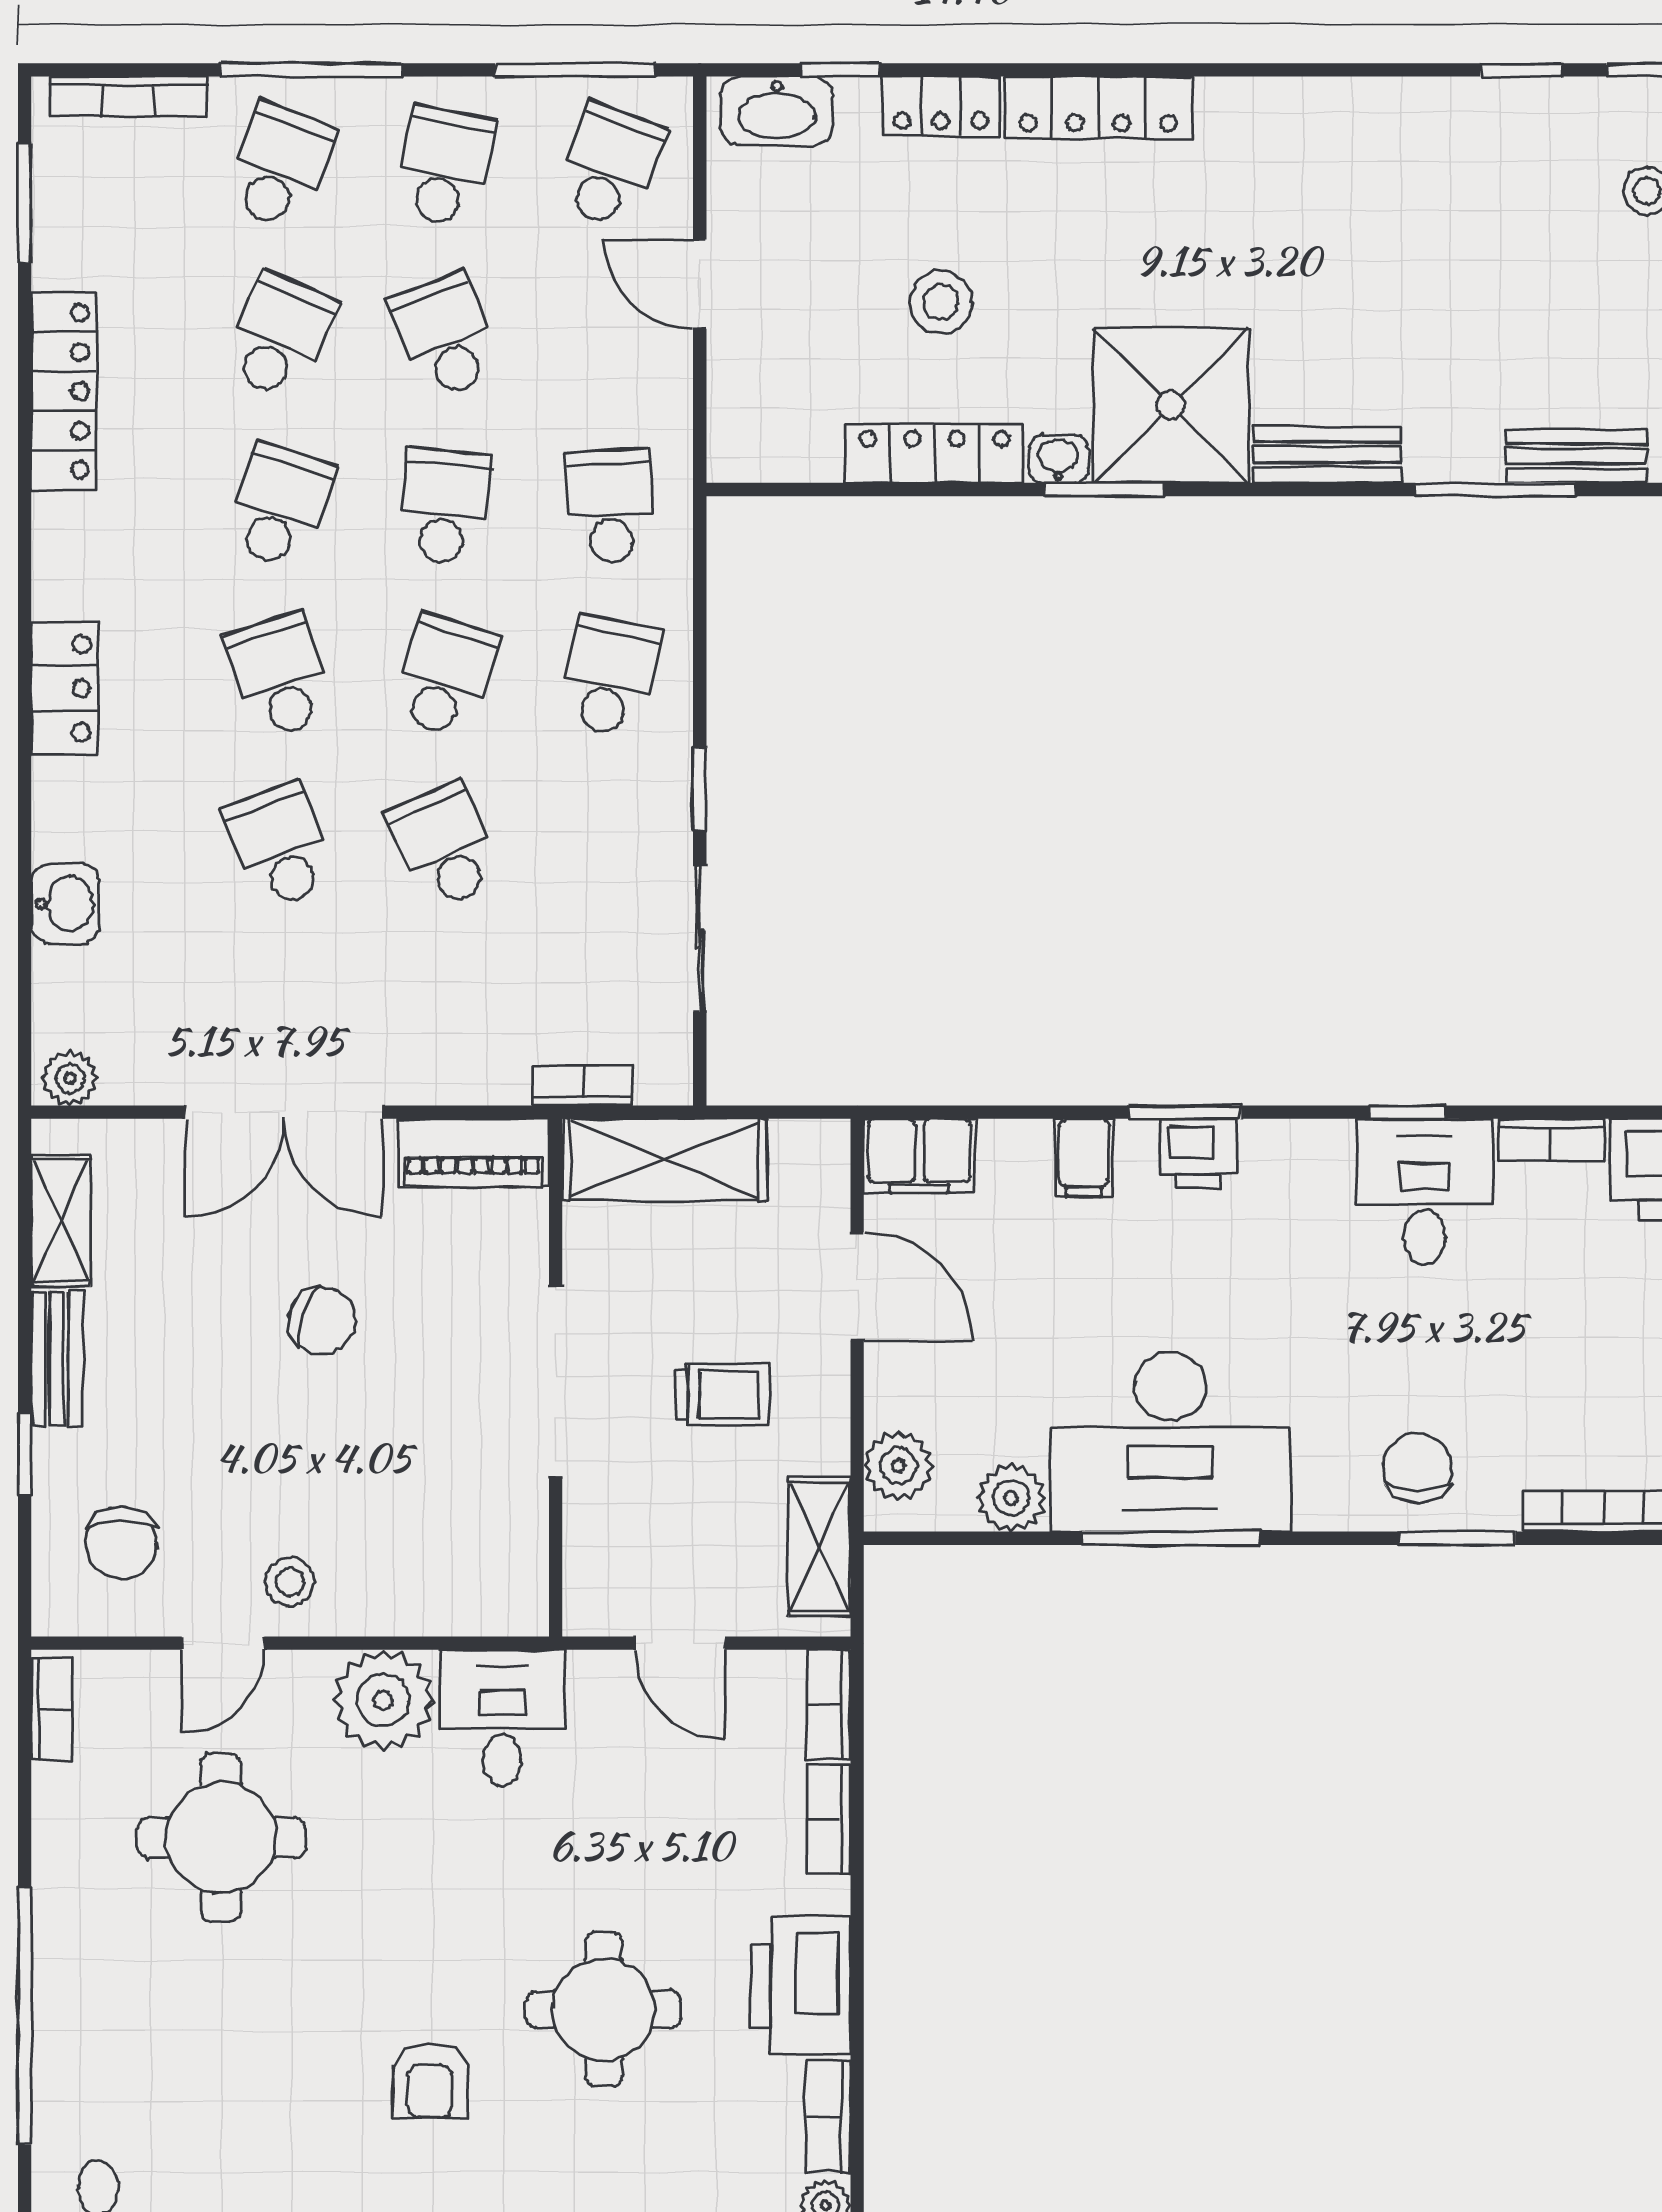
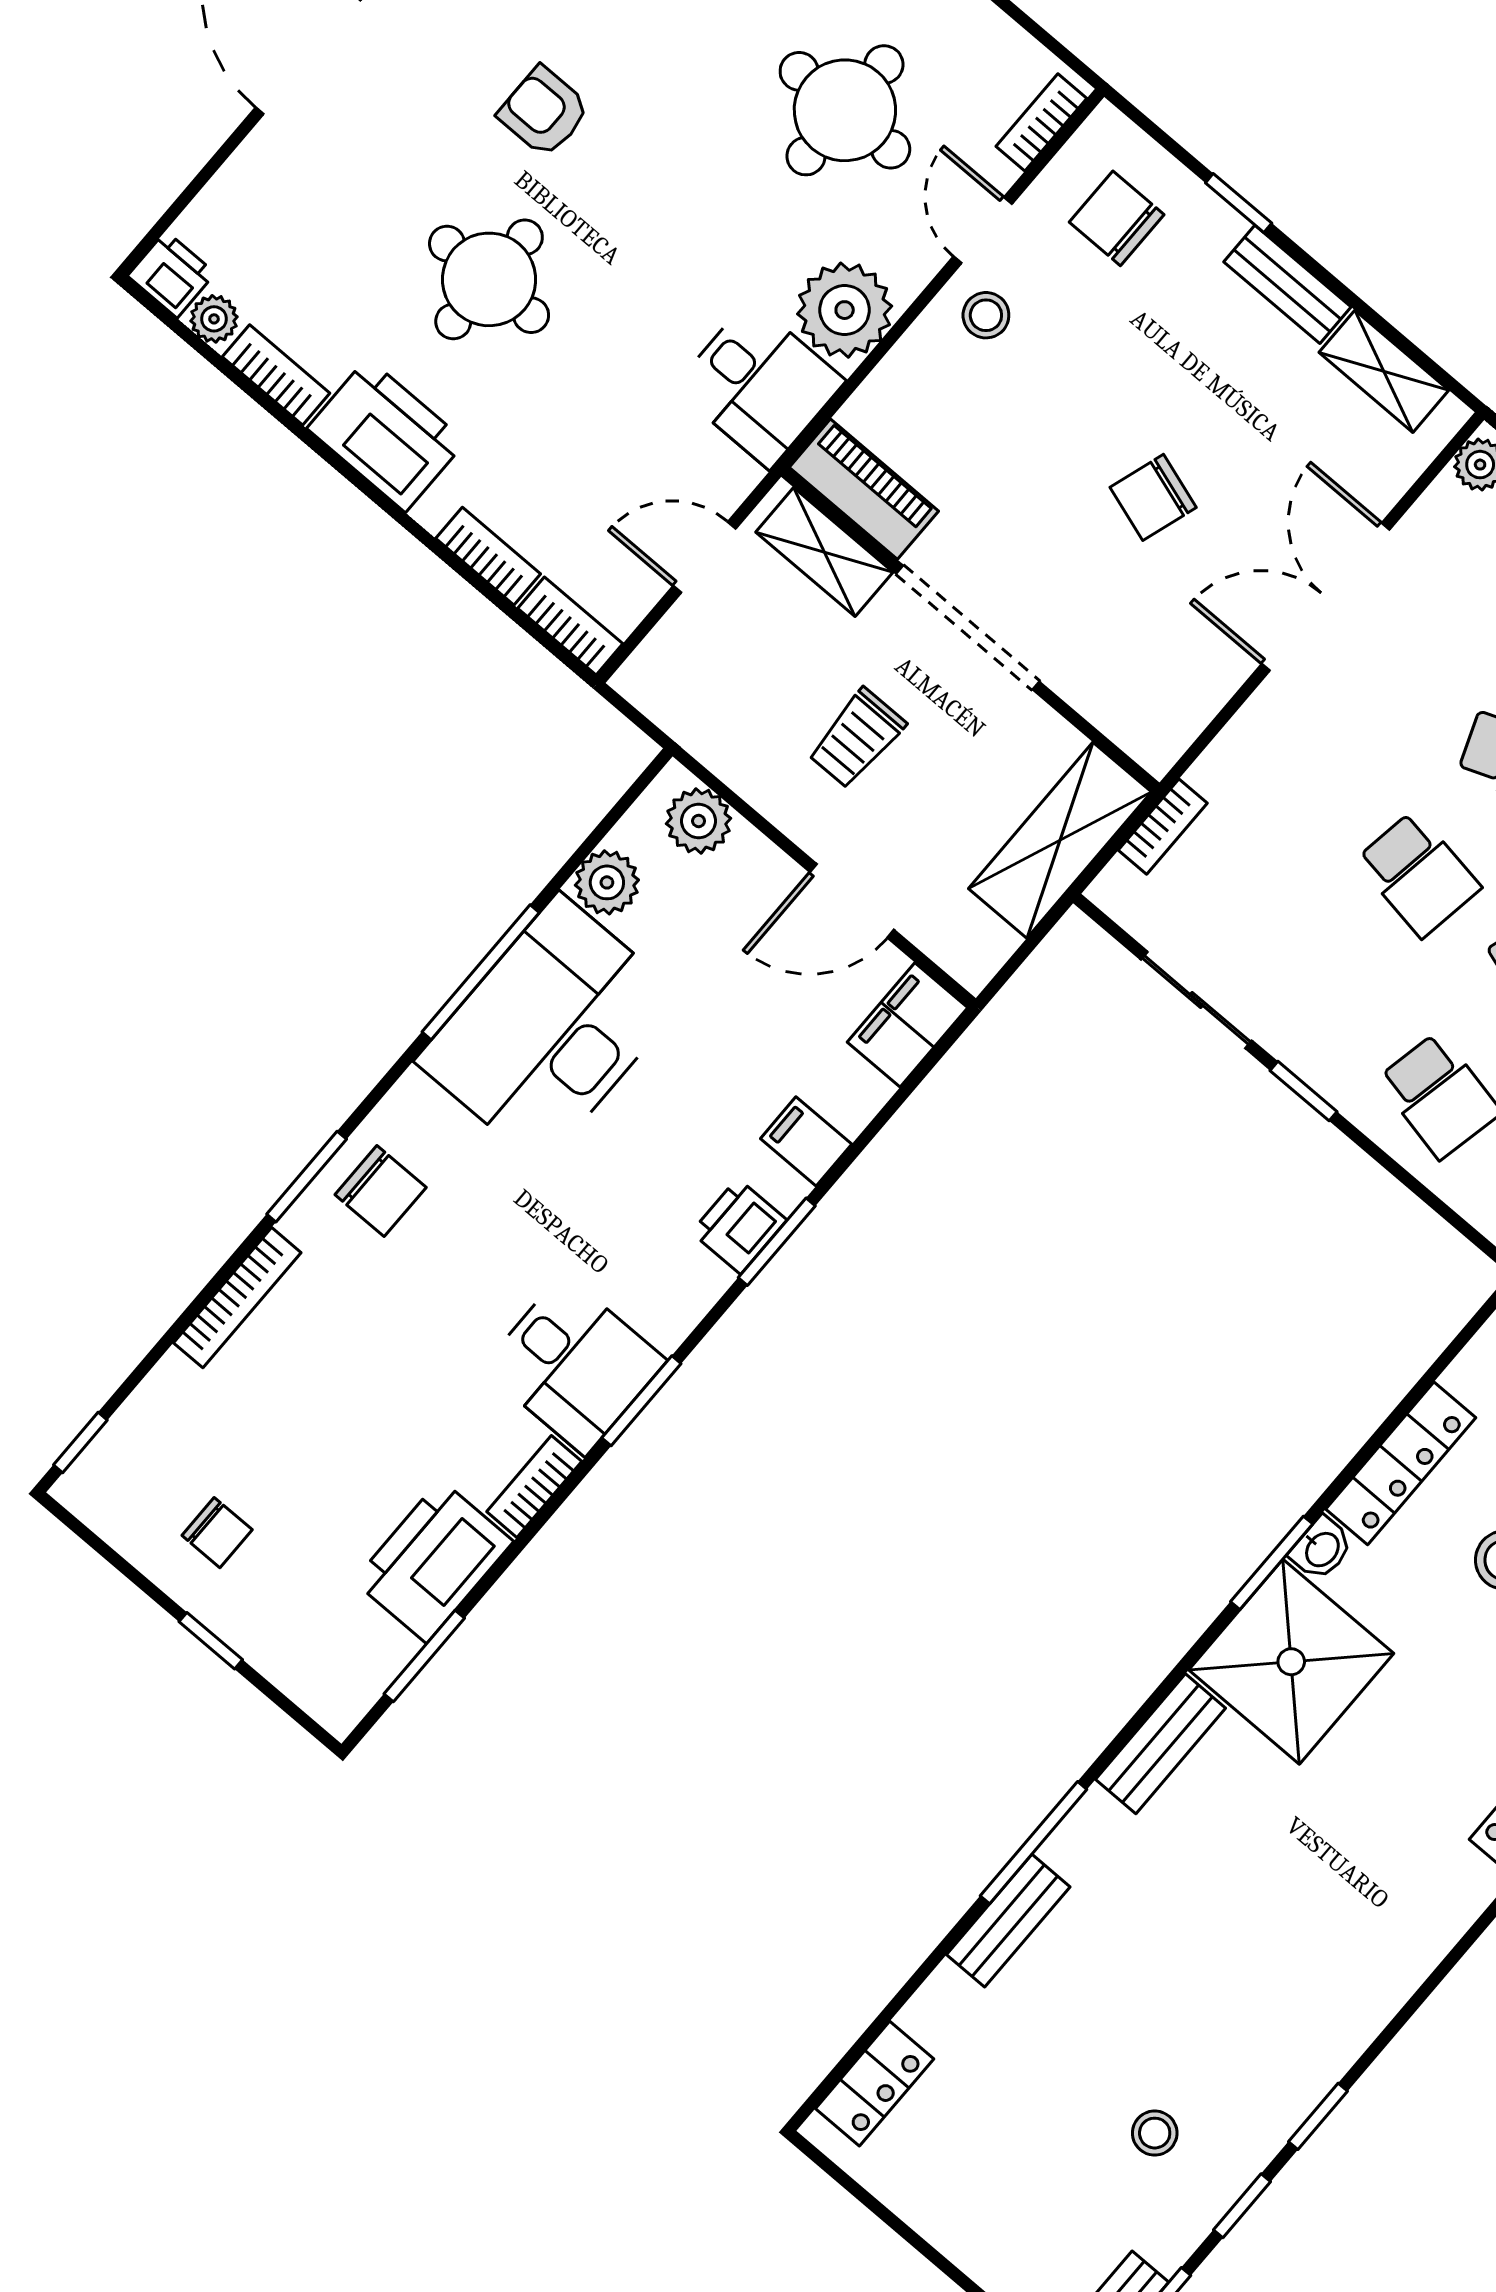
school desk: (445, 846) -> (1418, 874), turned 33
window: (1408, 1112) -> (641, 1401), width x1.50
piano: (473, 1153) -> (864, 489), moved, turned 90
shelving: (819, 1547) -> (824, 552), moved
bookcase: (52, 1709) -> (1041, 122), moved, turned 90

